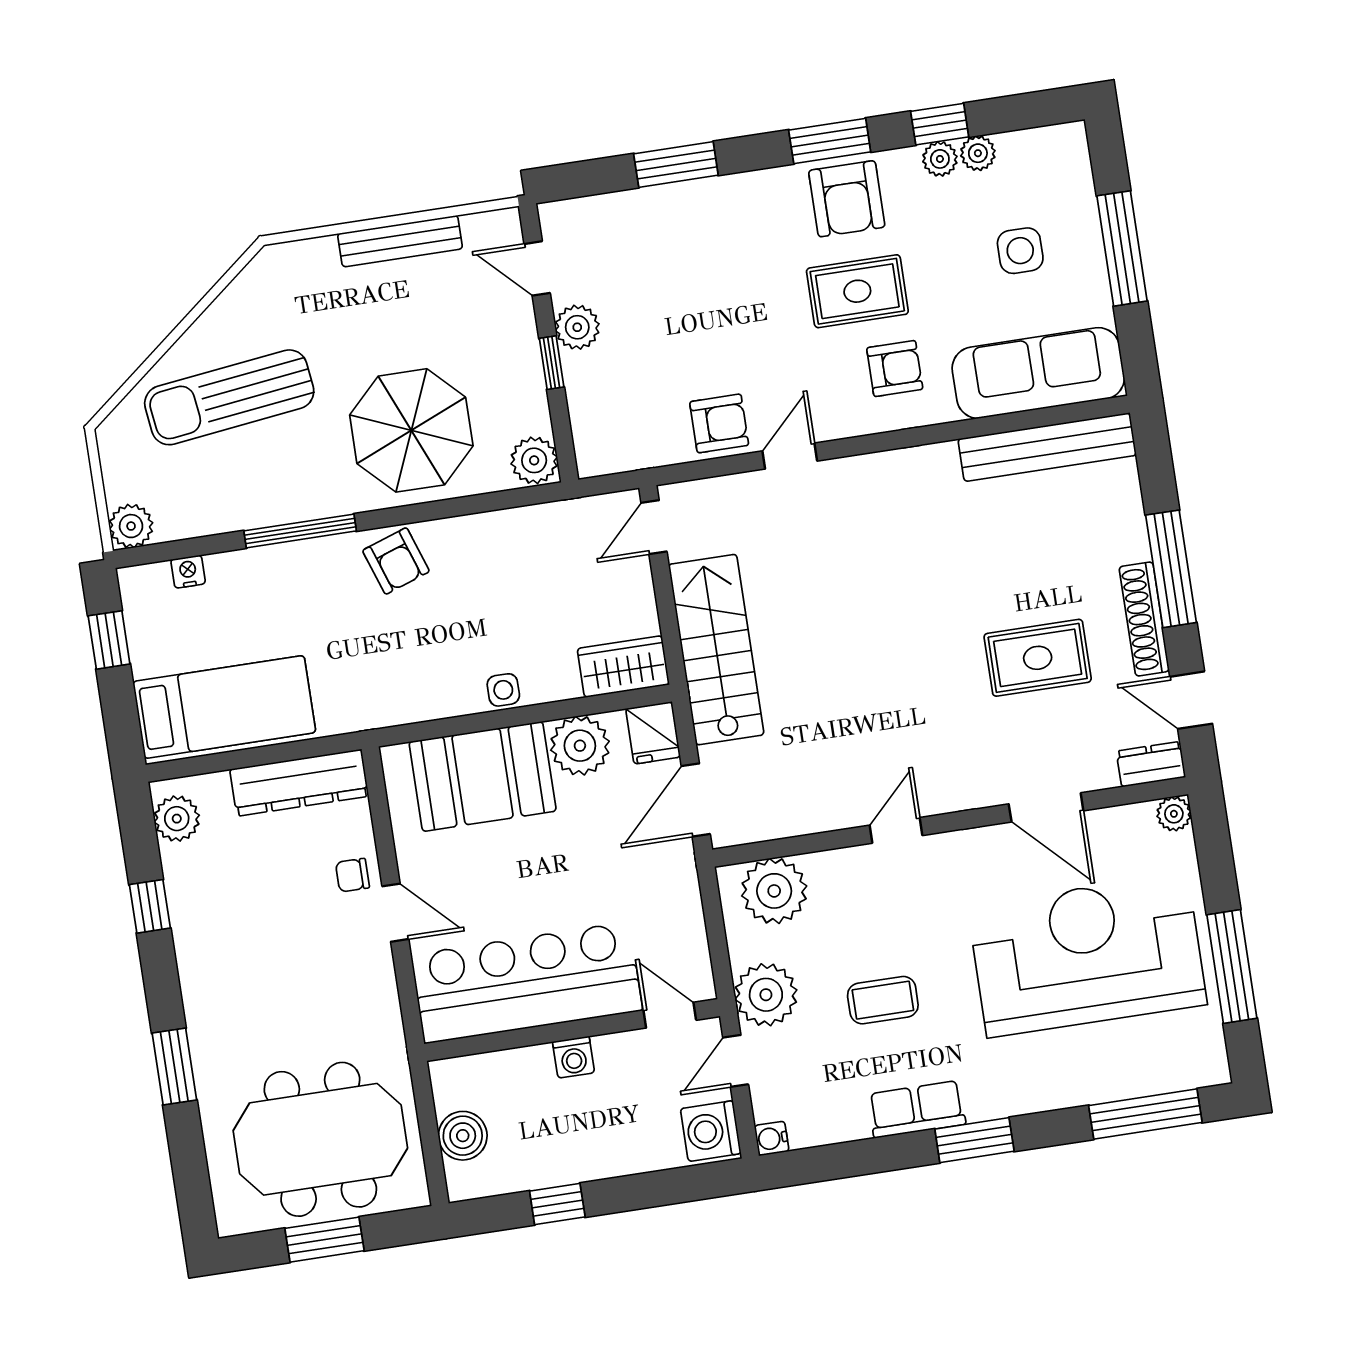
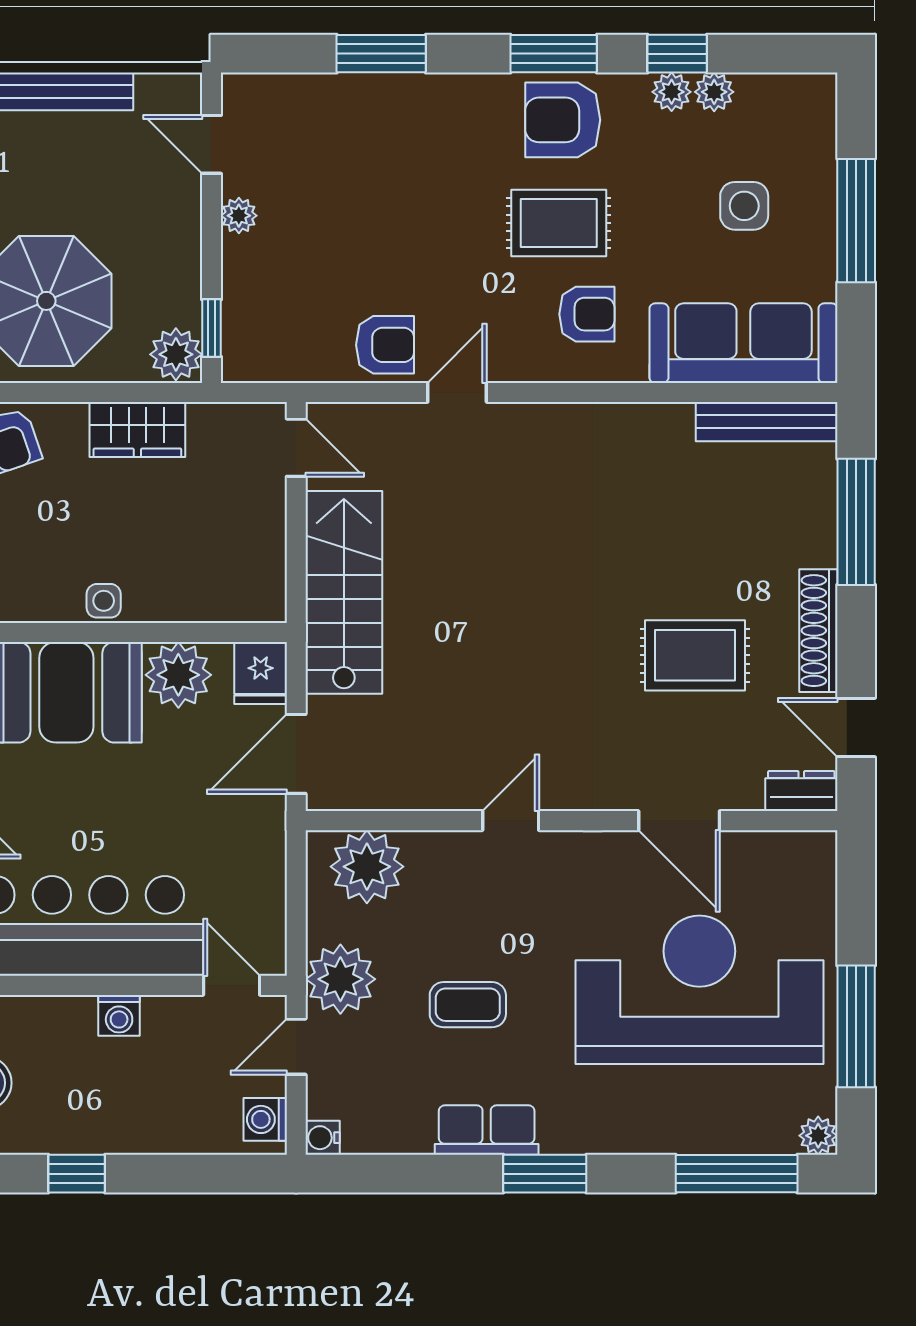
armchair: (847, 199) -> (563, 120), turned 90
plant: (577, 327) -> (239, 216), width x0.73, depth x0.73
window: (552, 363) -> (211, 328), moved
bench: (1047, 447) -> (767, 422), width x0.73, depth x0.82
door: (654, 527) -> (296, 448), swing flipped
window: (1171, 569) -> (856, 522), moved
wardrobe: (623, 667) -> (137, 429), moved, turned 180
plant: (1174, 814) -> (818, 1136), moved
washing machine: (711, 1131) -> (265, 1119), width x0.73, depth x0.73

